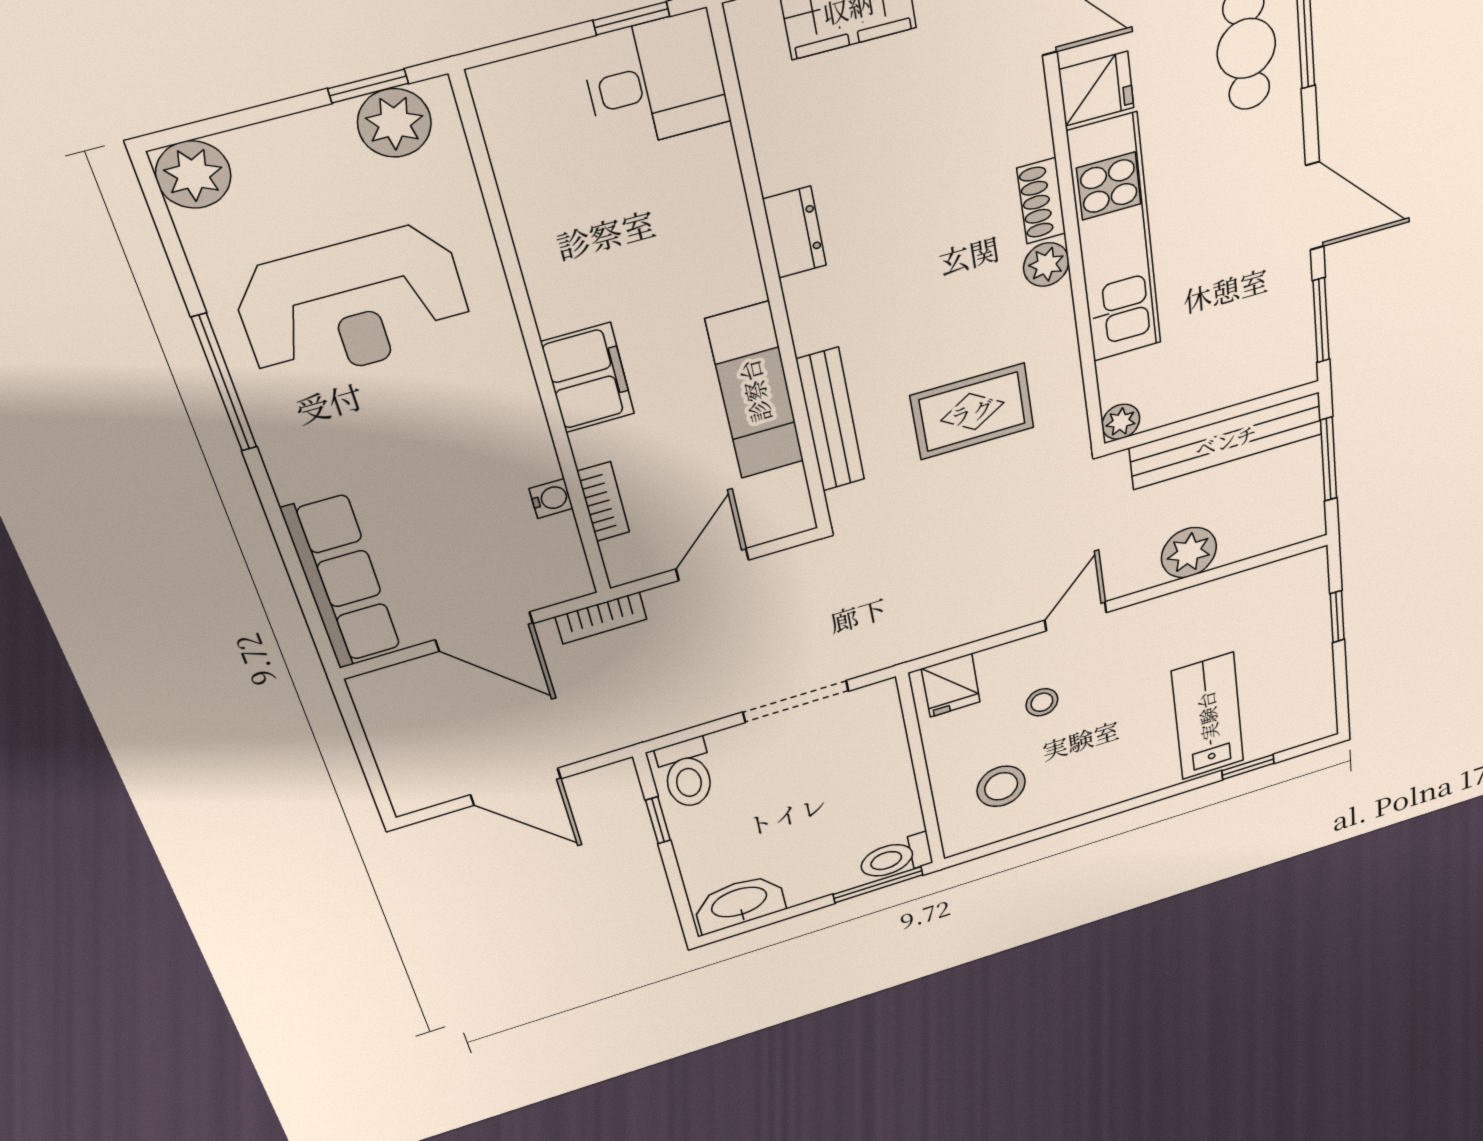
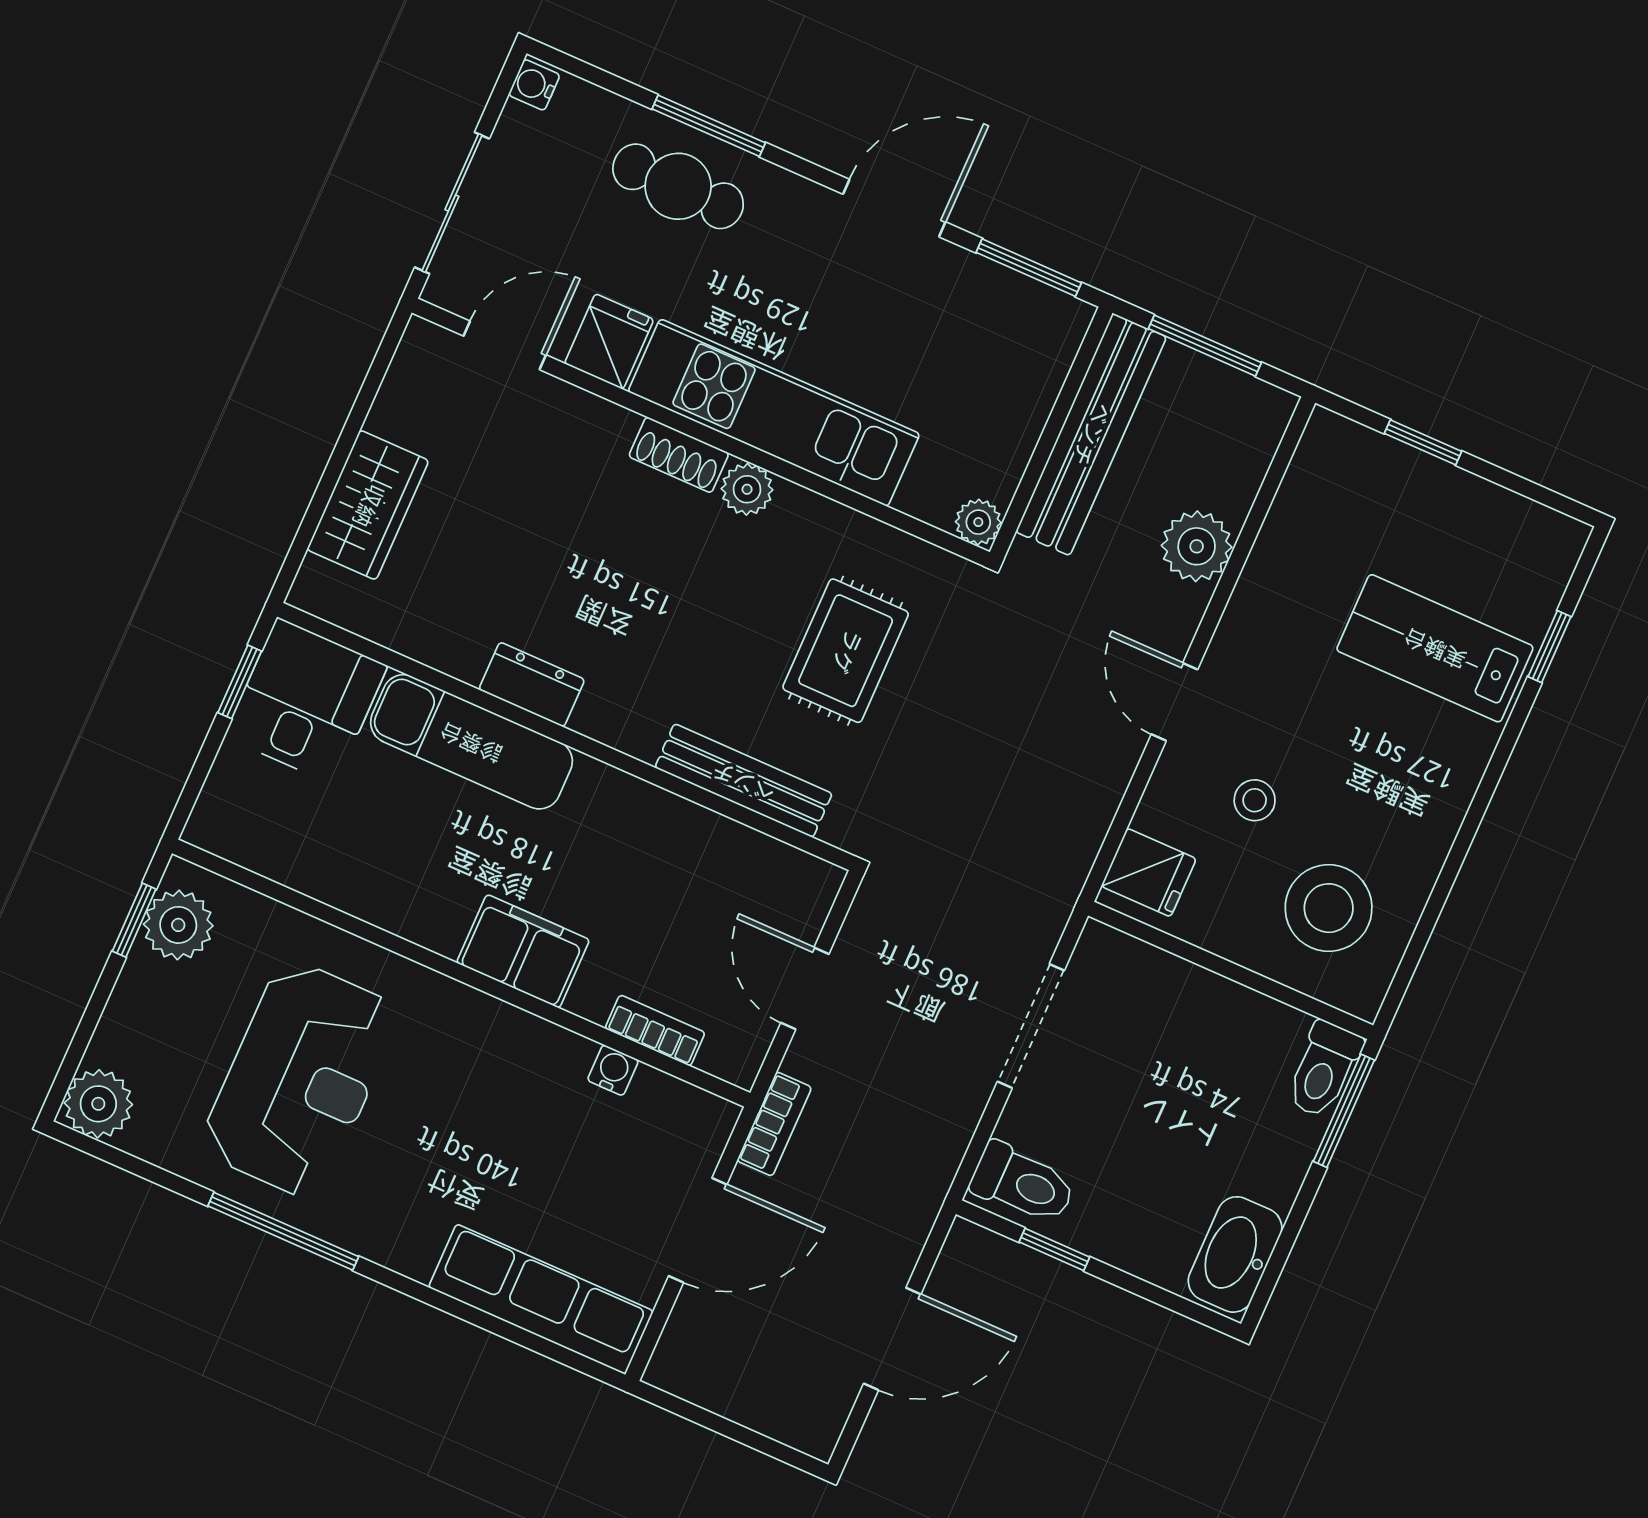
exam couch: (755, 391) -> (471, 742), moved
stool: (1001, 786) -> (1329, 908), width x1.38, depth x1.38

